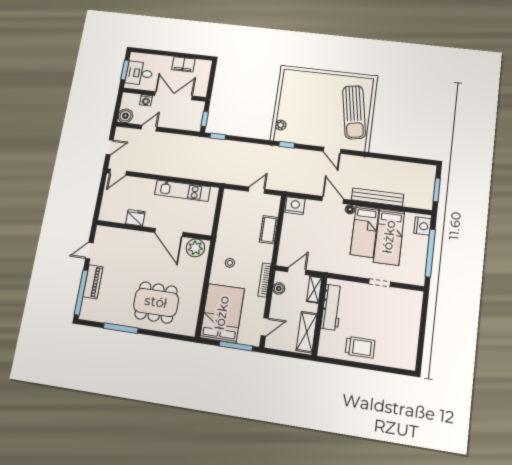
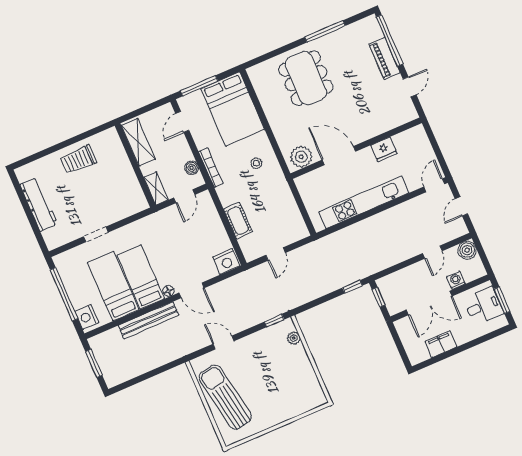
kitchen unit: (182, 191) -> (364, 202), width x1.36
dining table: (156, 302) -> (306, 78), turned 90
workbench: (332, 307) -> (39, 204), moved, turned 180

